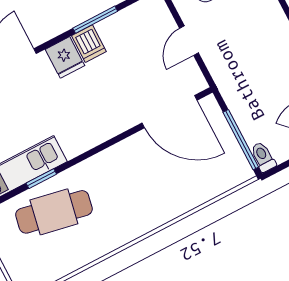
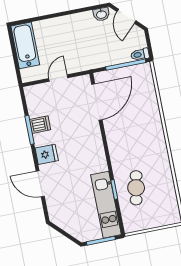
door: (189, 41) -> (58, 78), swing flipped
dishwasher: (89, 44) -> (40, 125), moved
cafe table: (54, 212) -> (136, 188), width x0.73, depth x0.74

